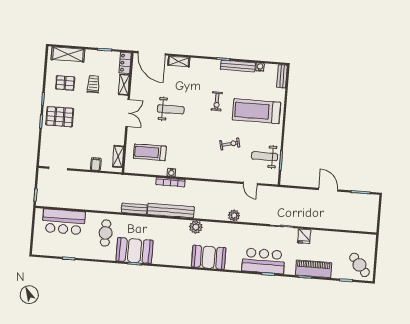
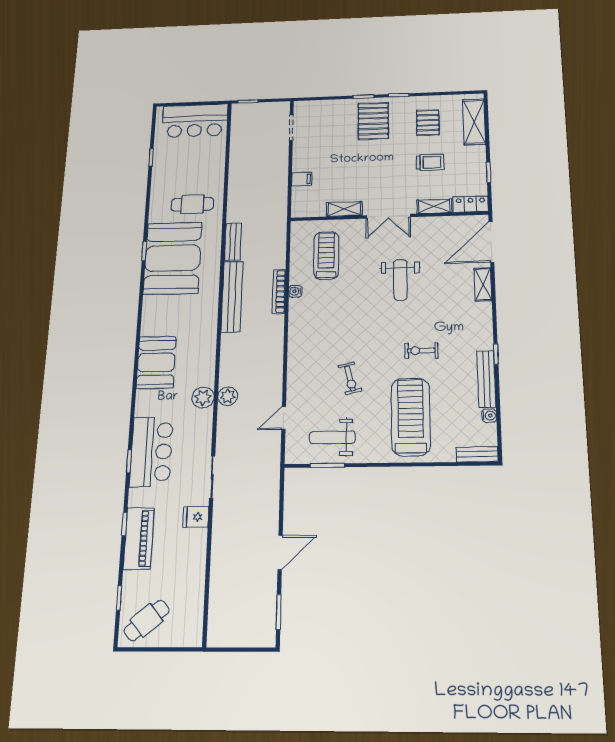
shelving: (118, 156) -> (344, 209), moved
weight bench: (265, 156) -> (332, 437), turned -90
bar counter: (64, 222) -> (195, 121), moved, turned -90
plant: (196, 227) -> (203, 398), moved
booth: (135, 251) -> (173, 258), width x1.36, depth x1.42

